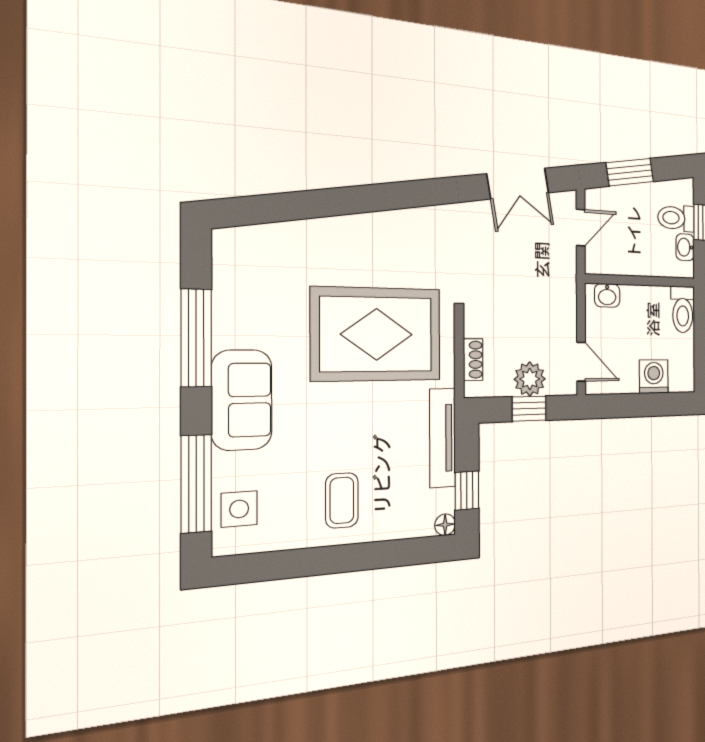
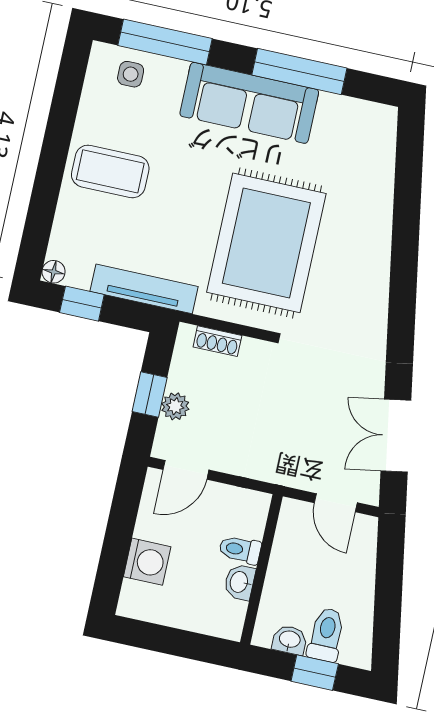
window: (630, 172) -> (389, 582), removed
washbasin: (607, 295) -> (240, 582), moved
toilet: (683, 309) -> (240, 550), moved, width x0.73, depth x0.72
plant: (530, 379) -> (175, 406), width x0.73, depth x0.73
sofa: (242, 400) -> (249, 103), width x1.36
coffee table: (342, 500) -> (110, 171), width x1.36, depth x1.30
side table: (239, 509) -> (131, 74), width x0.73, depth x0.73

